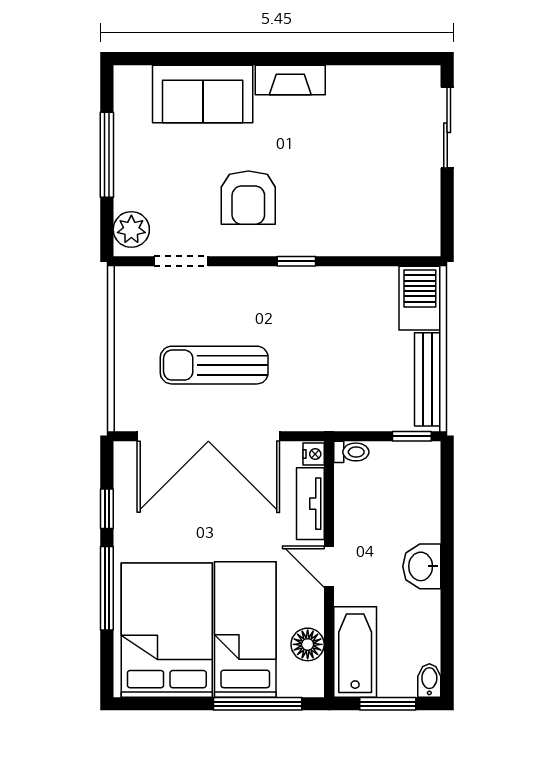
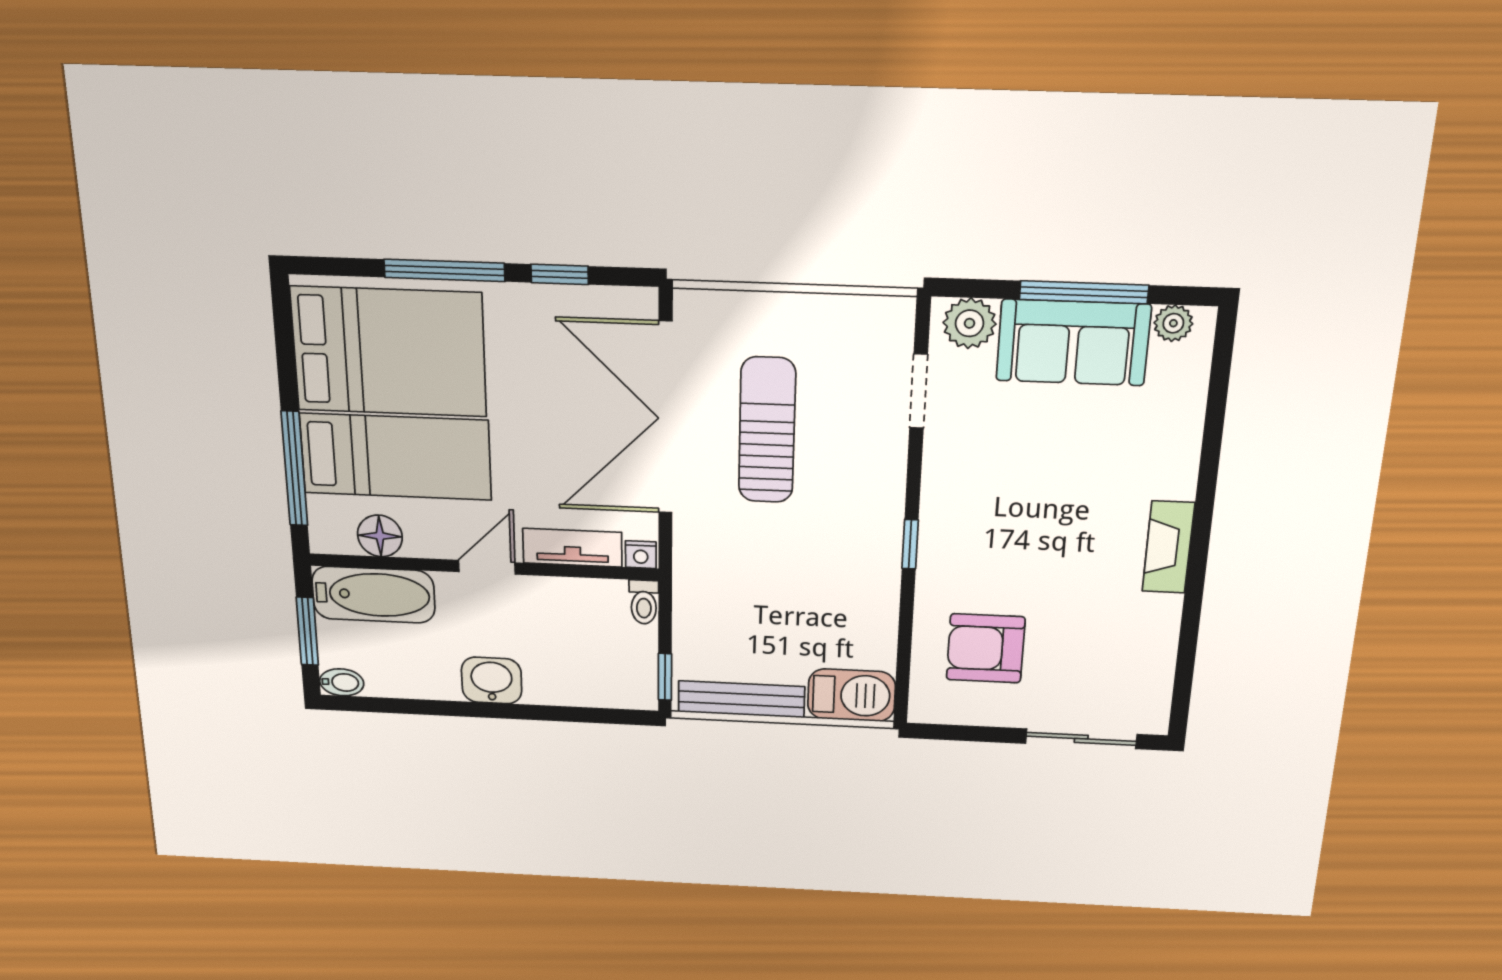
plant: (126, 93) -> (1173, 323), added
sofa: (203, 94) -> (1073, 343), moved, turned -90
armchair: (248, 198) -> (986, 648), moved

